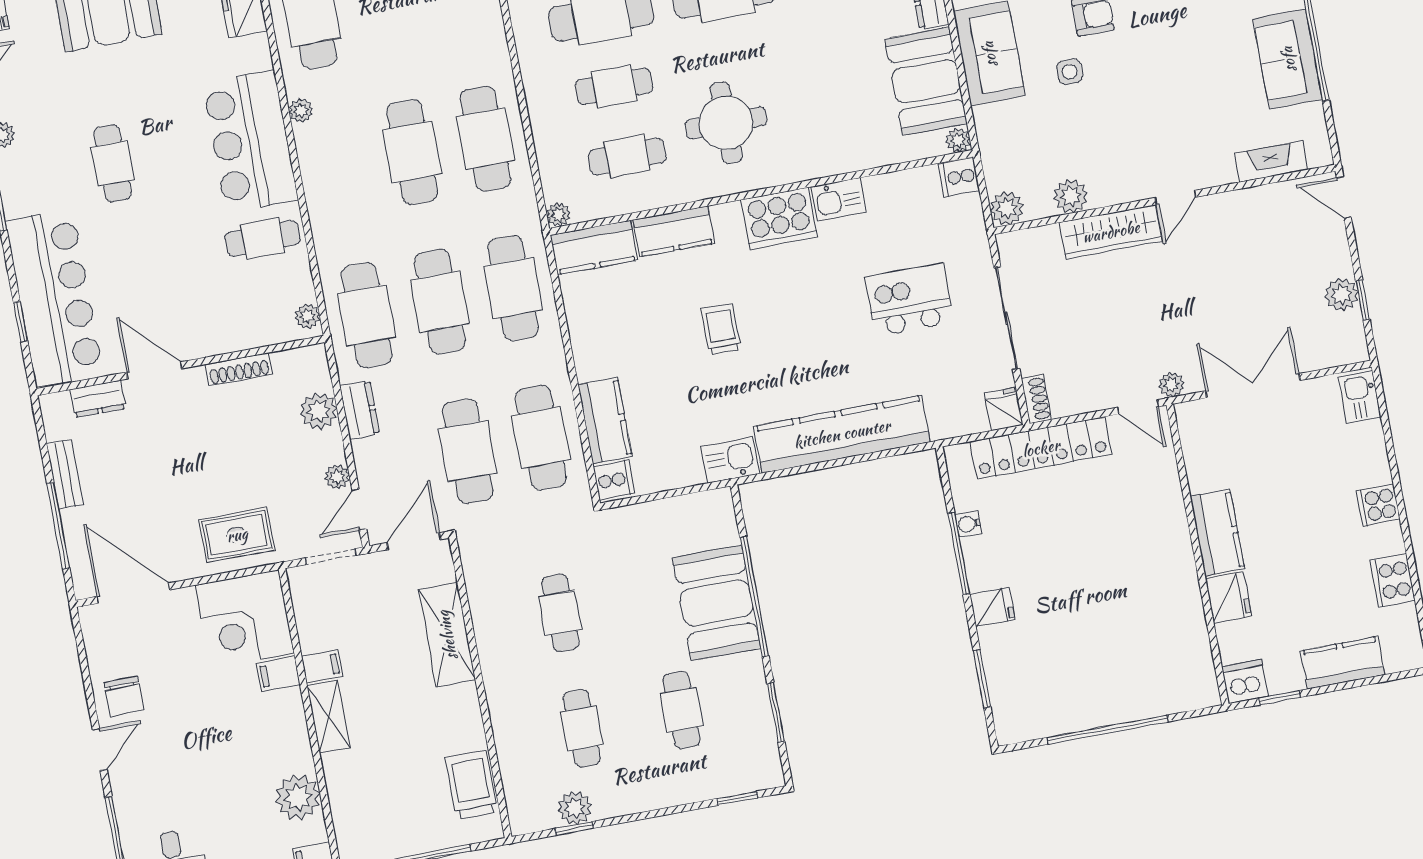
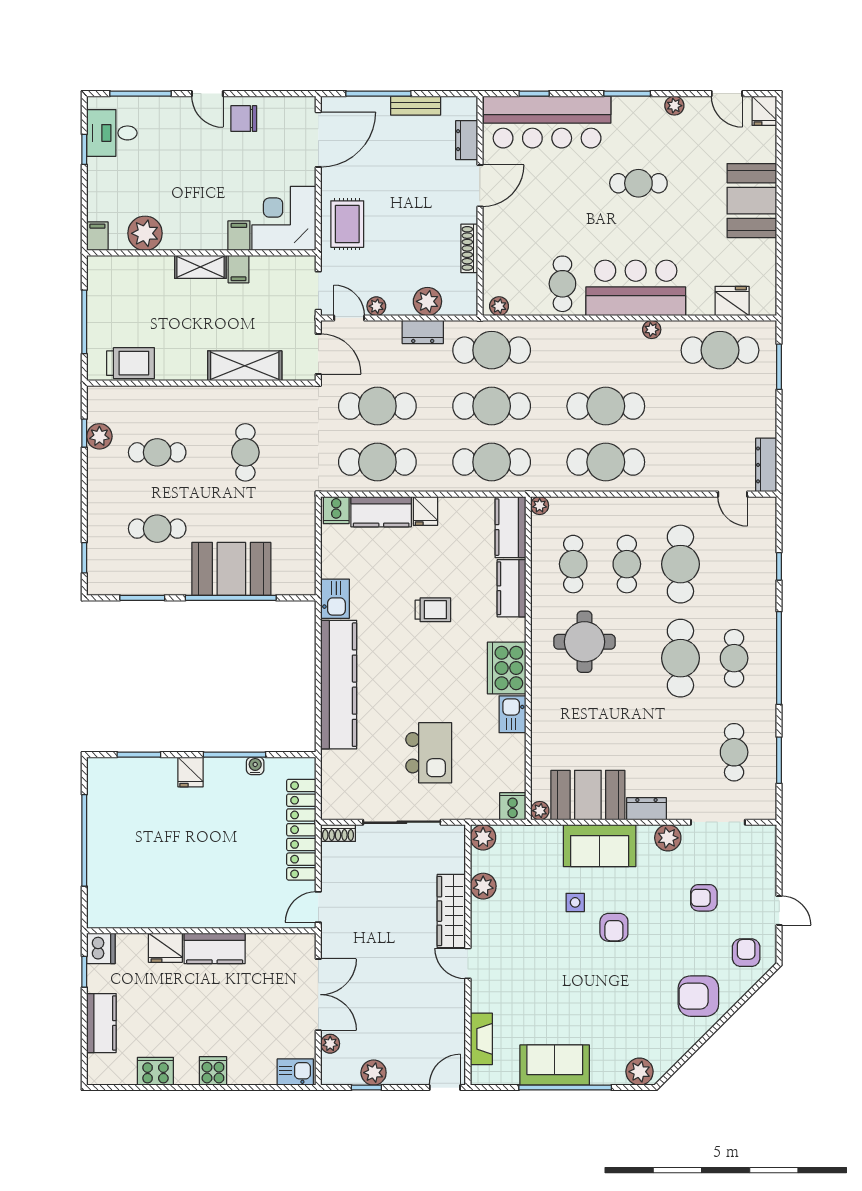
plant: (1171, 385) -> (330, 1044), moved
fridge: (1004, 409) -> (425, 511), moved, turned 90
cafe table: (560, 613) -> (245, 452), turned 90

